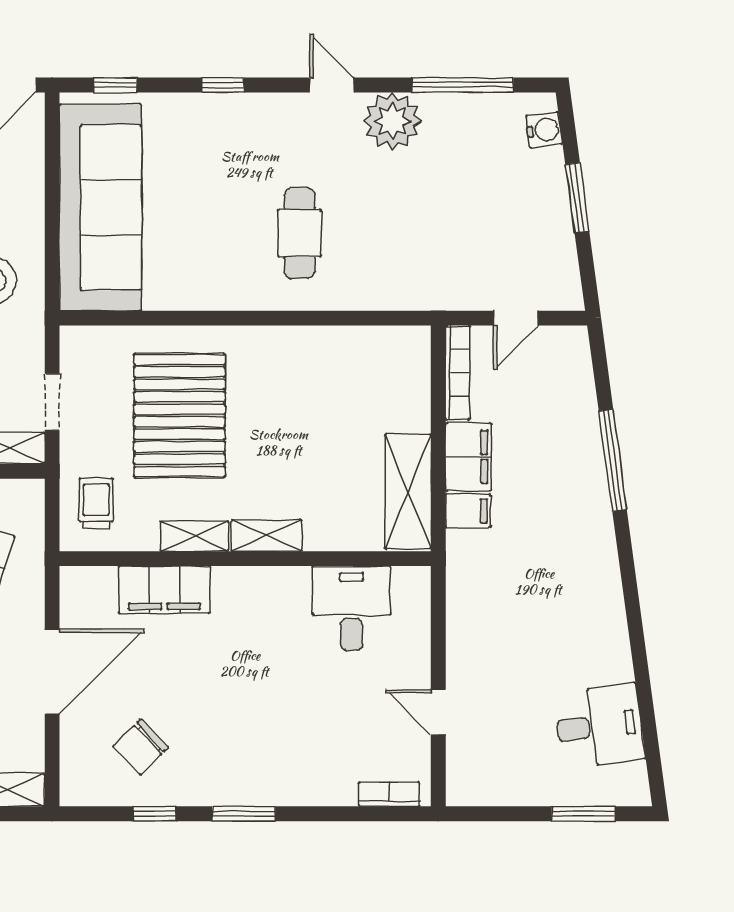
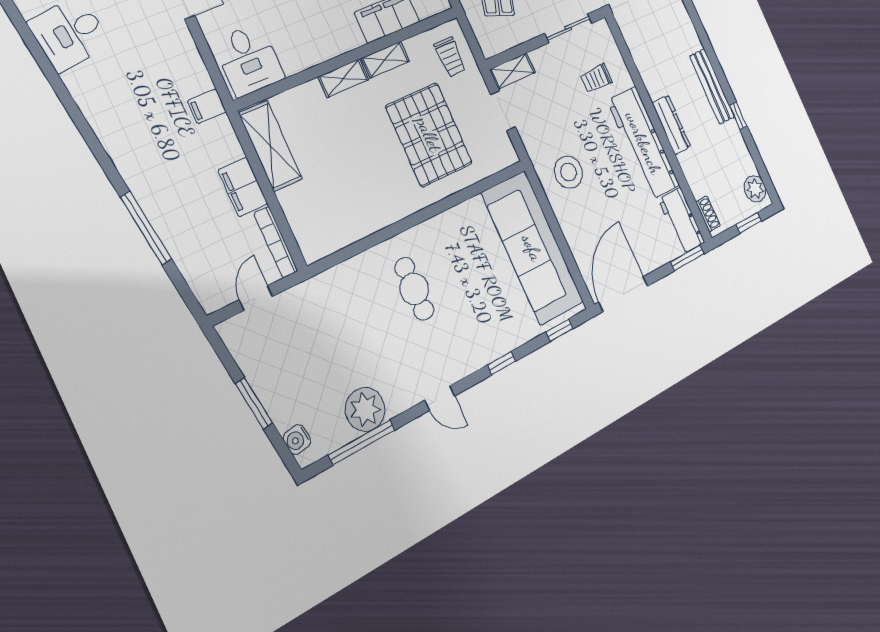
plant: (392, 121) -> (365, 409), moved
filing cabinet: (468, 511) -> (207, 106), moved
desk: (352, 608) -> (249, 60), moved

